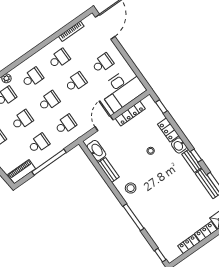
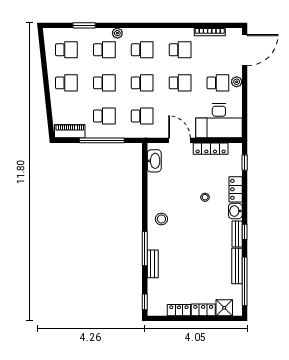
plant: (115, 53) -> (237, 82), added
door: (104, 123) -> (179, 140), hinge flipped
bench: (109, 170) -> (153, 264), moved

